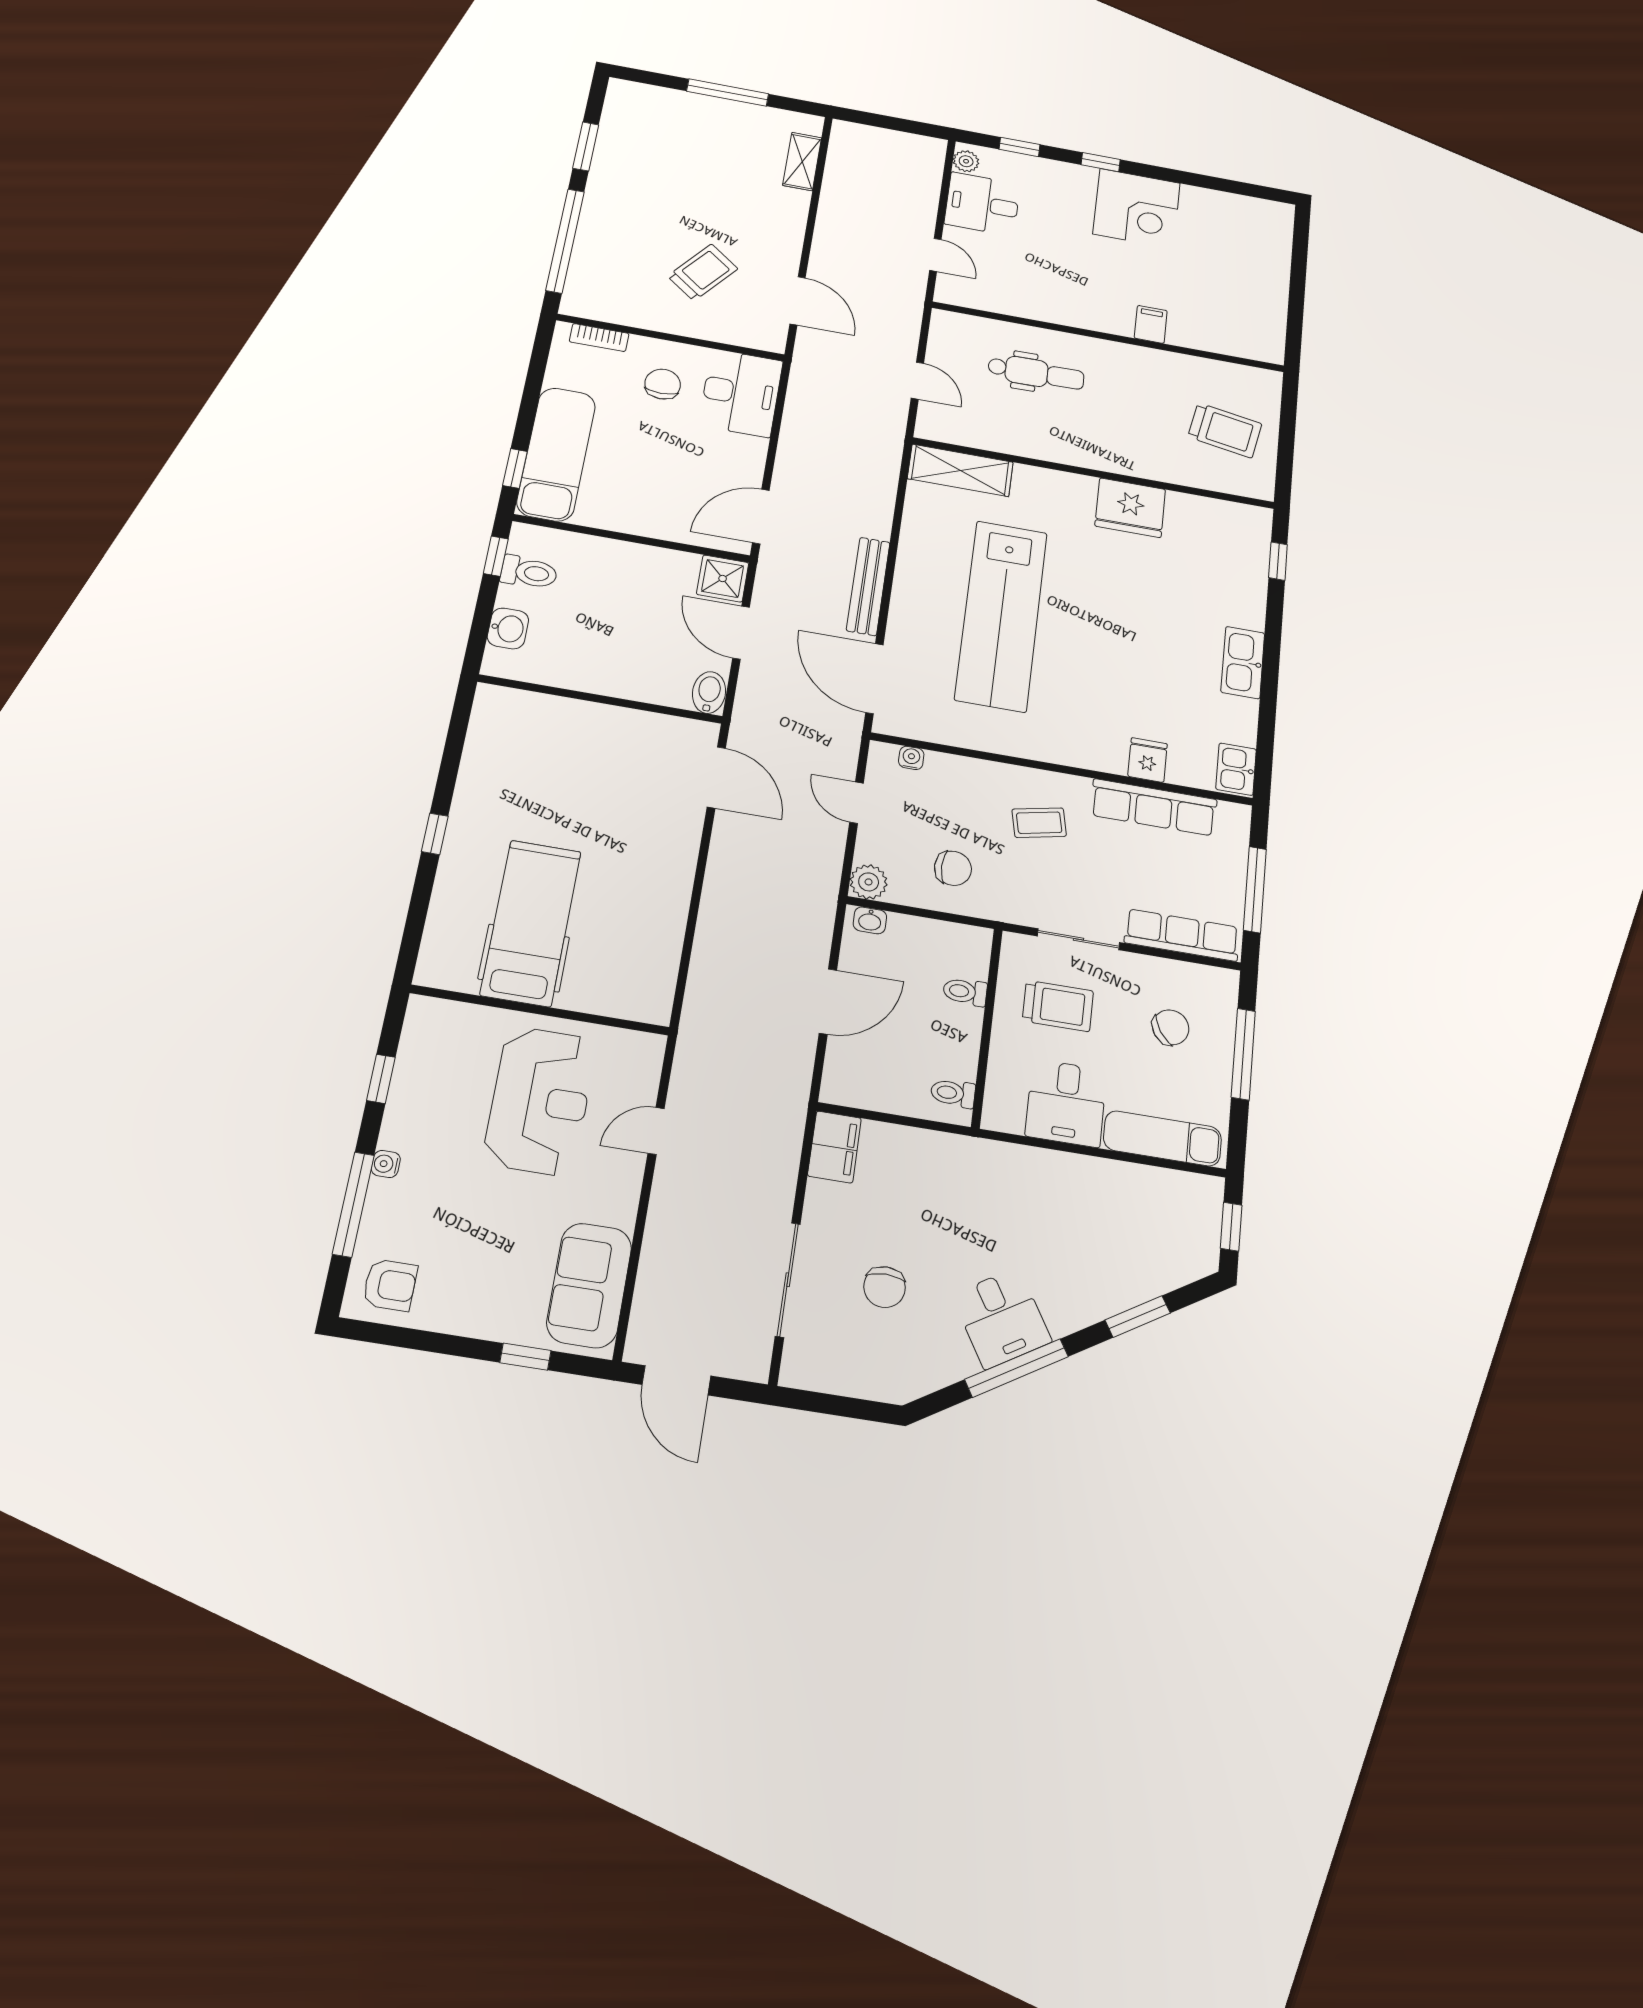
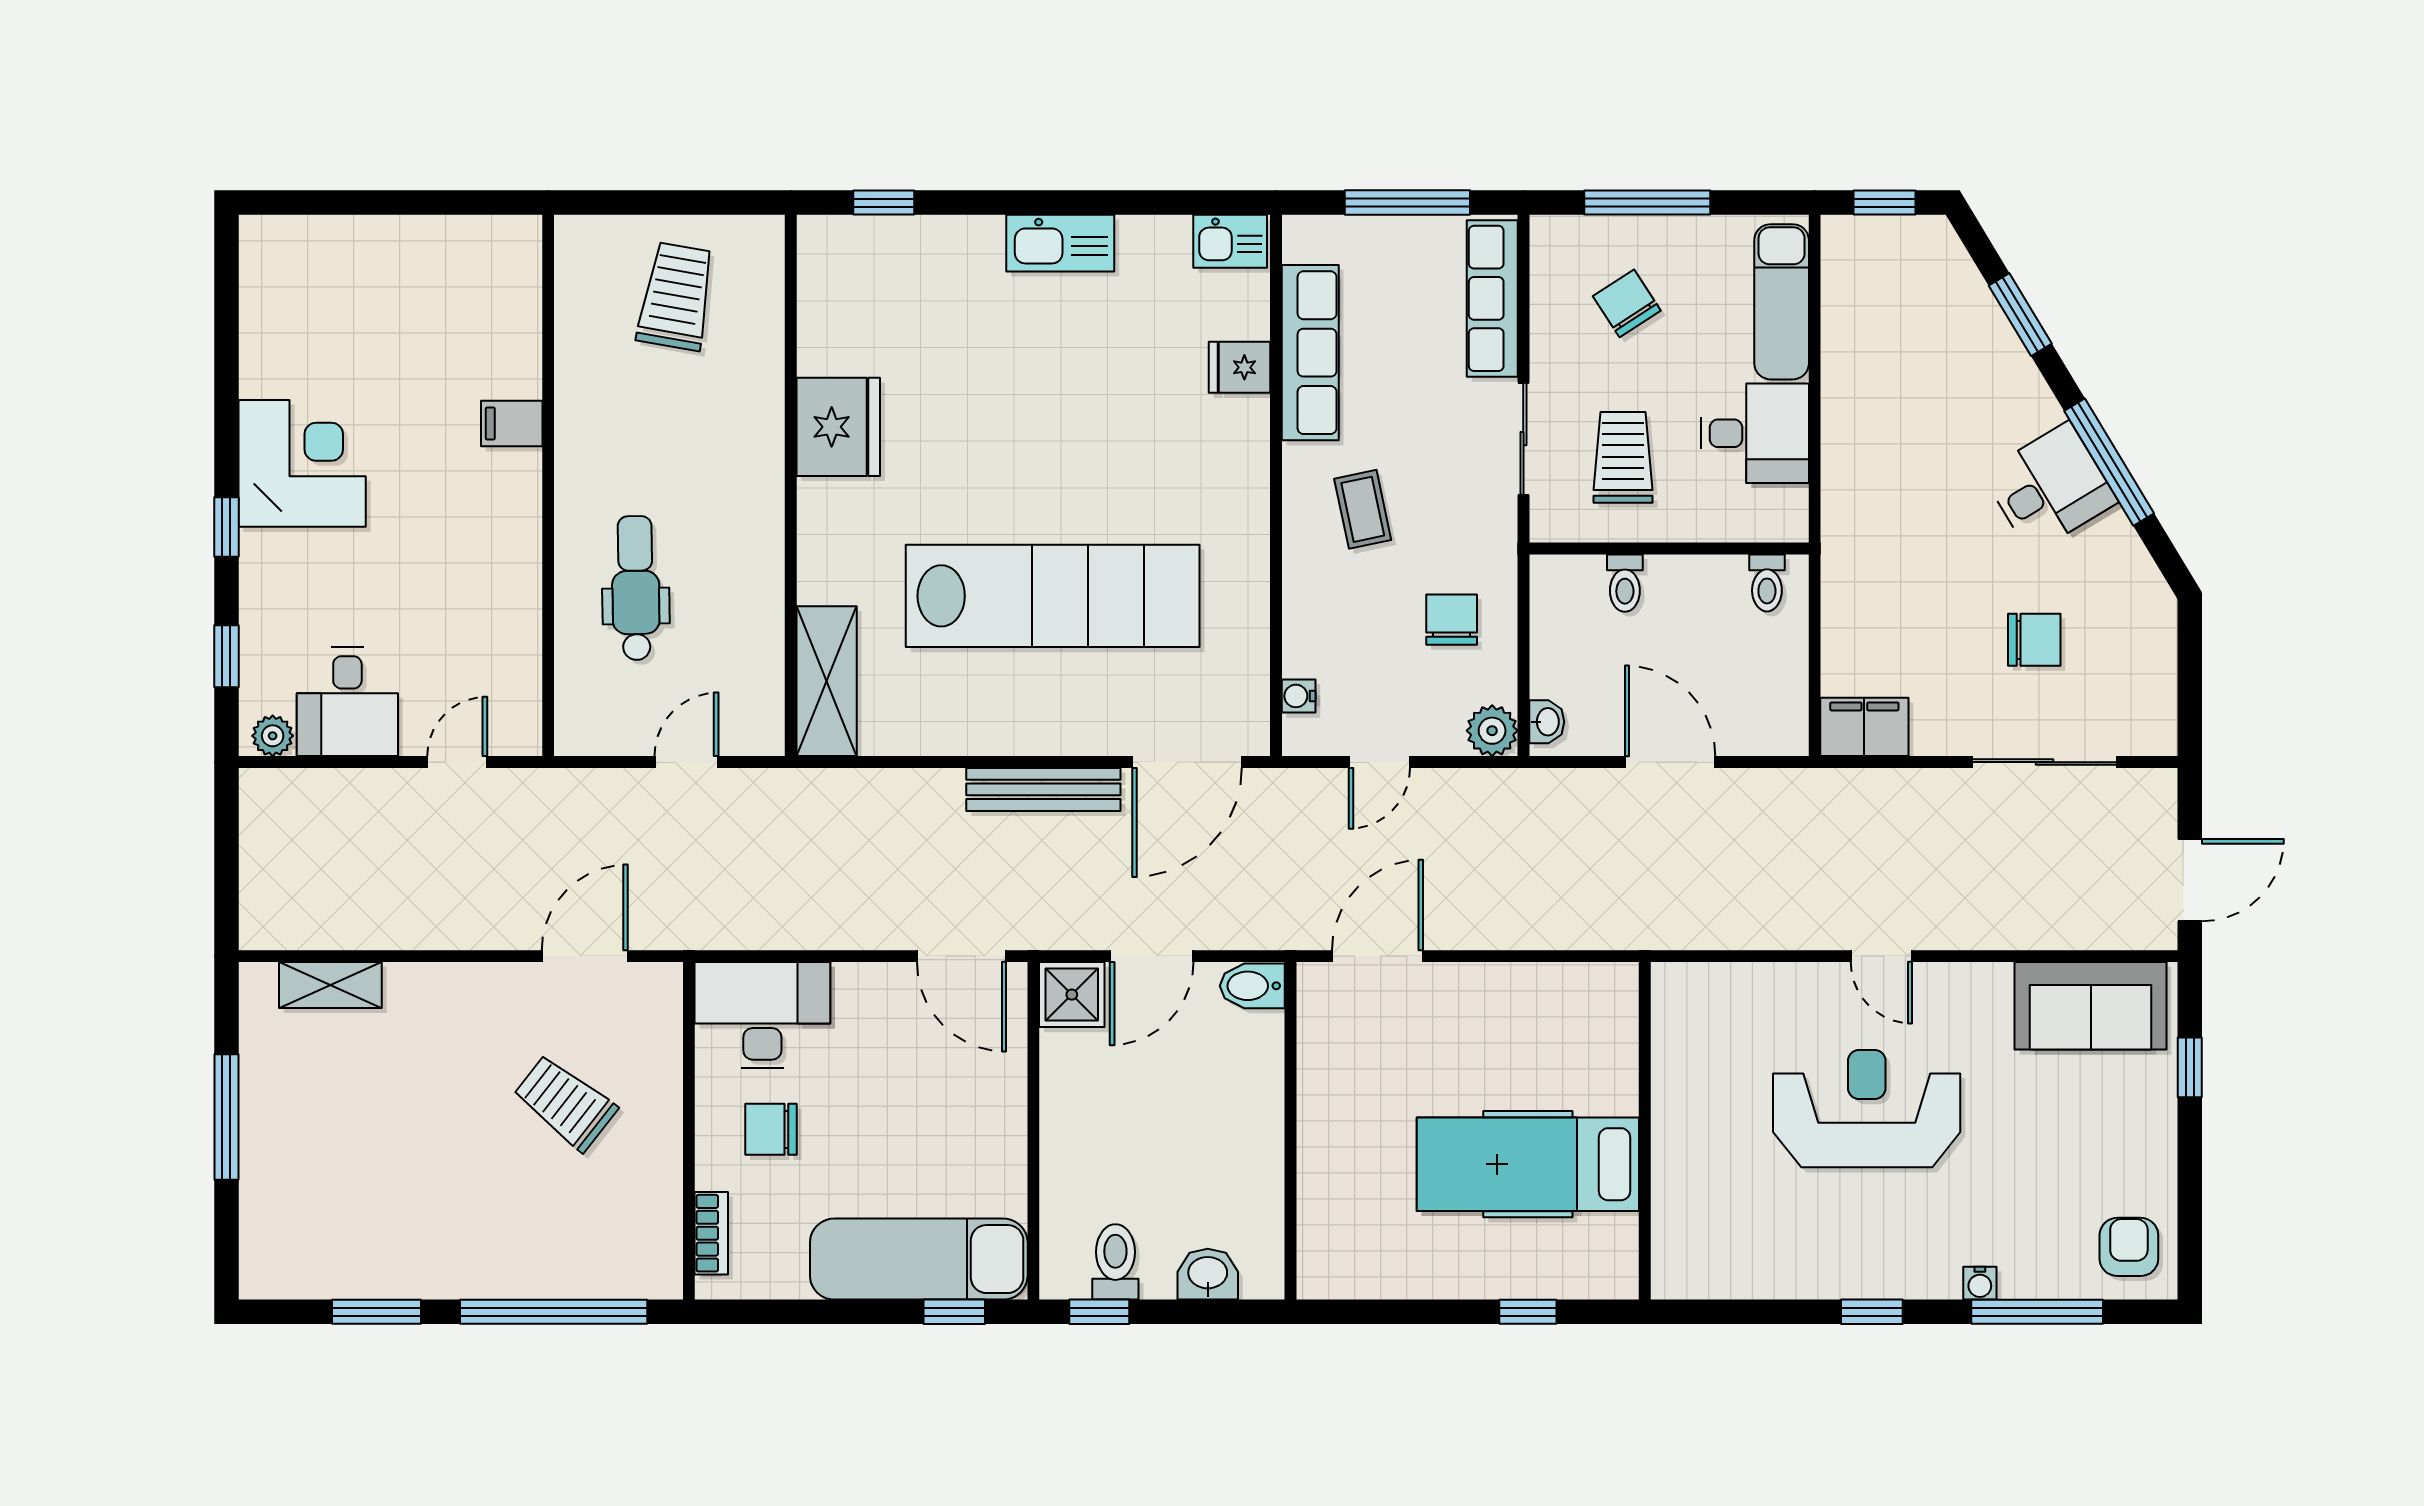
hospital bed: (531, 923) -> (1528, 1164), moved
wall: (540, 1010) -> (1645, 1131), moved

